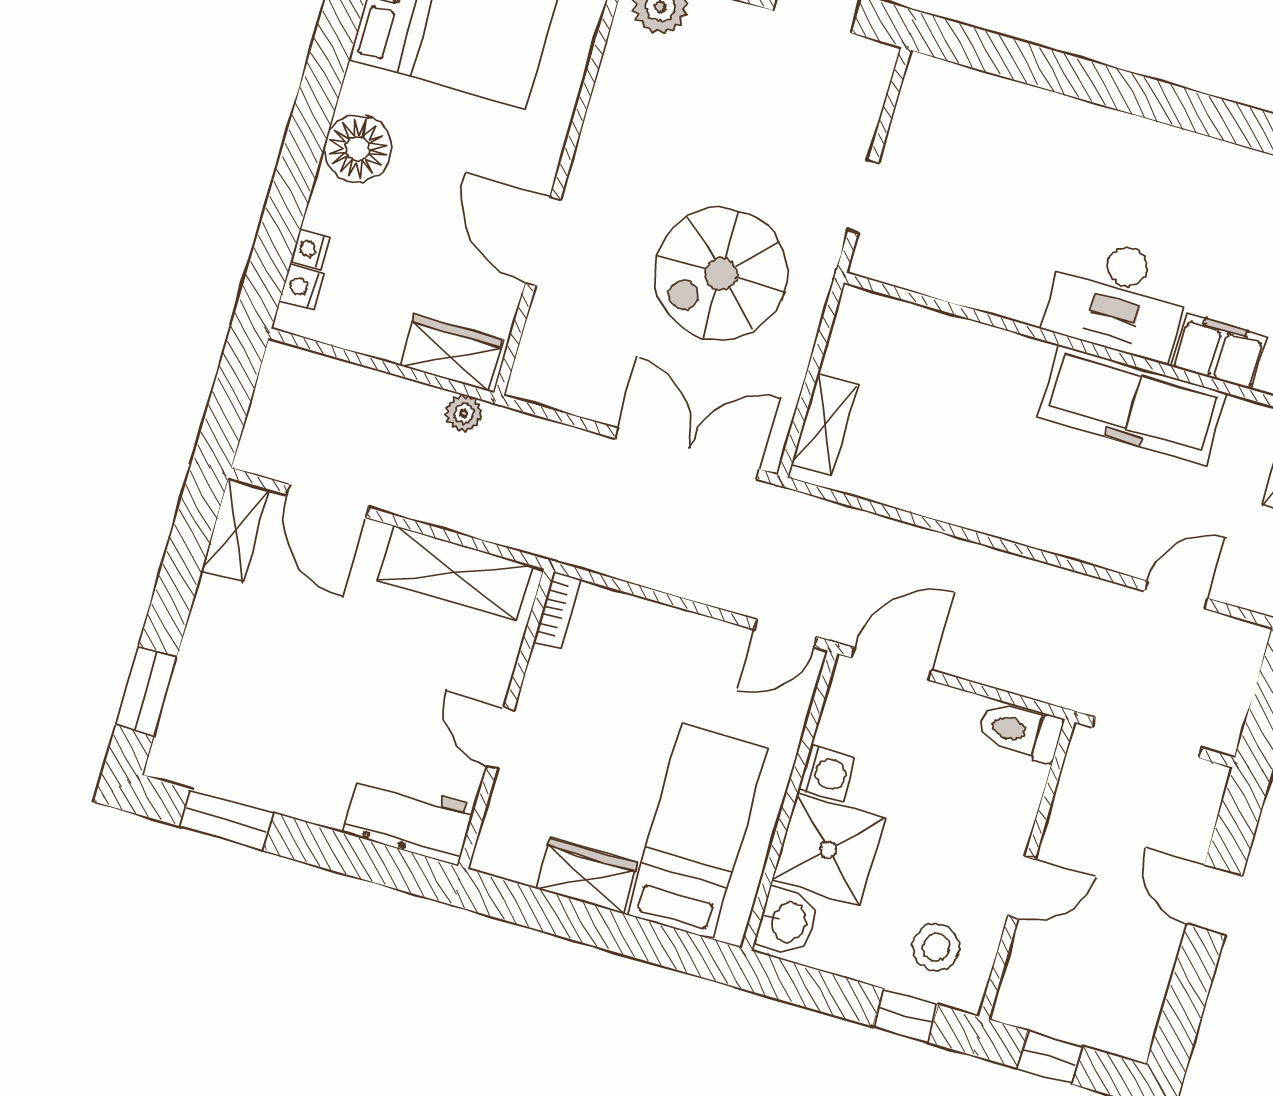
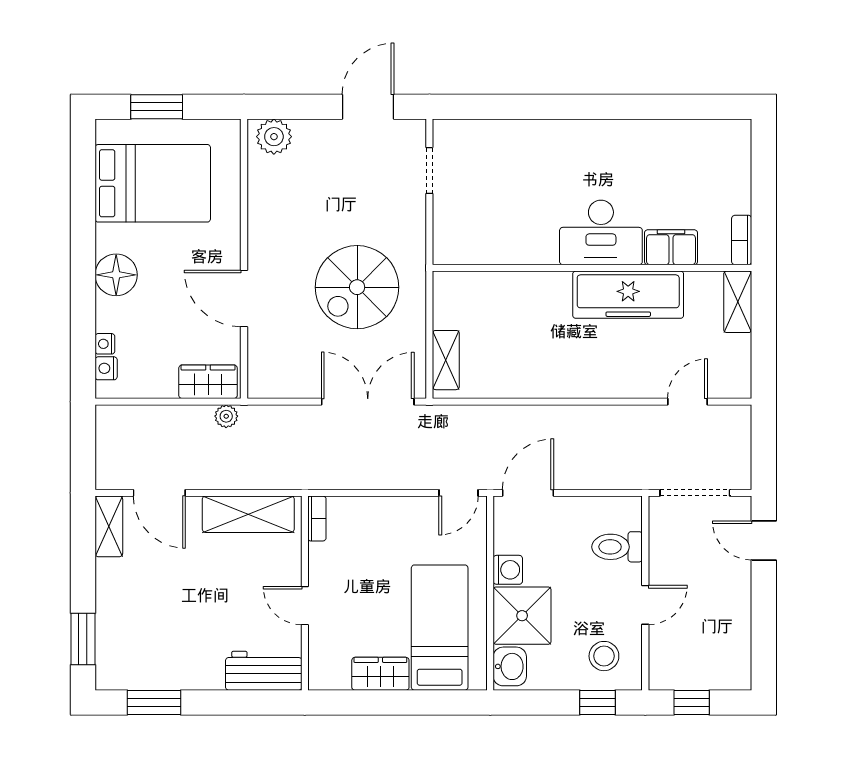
doorway: (863, 196) -> (429, 170), moved
toilet: (1020, 731) -> (617, 547), moved
door: (1215, 900) -> (764, 540), moved

